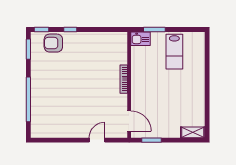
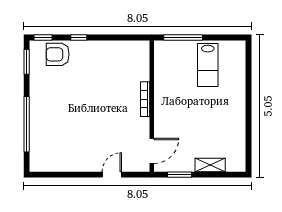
window: (154, 30) -> (183, 38), width x1.44
kitchen sink: (140, 39) -> (166, 49), removed
door: (129, 121) -> (152, 151), hinge flipped
shelving: (193, 132) -> (210, 165), moved

